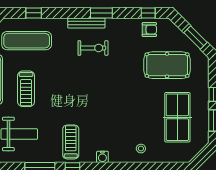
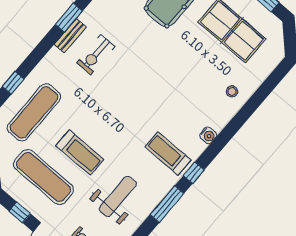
bench: (86, 23) -> (70, 36), width x0.73
exercise bike: (93, 48) -> (96, 55), turned 180

